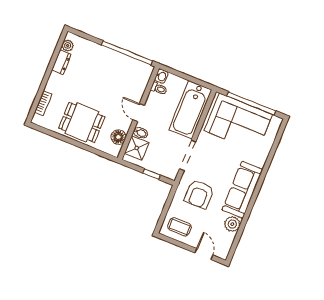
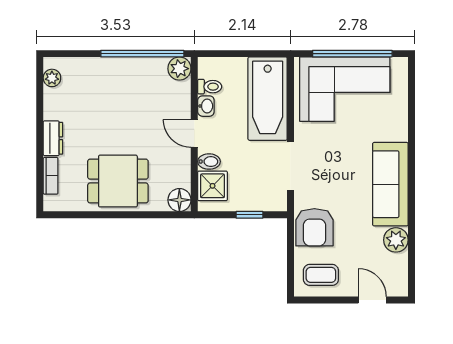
dresser: (61, 62) -> (53, 138), moved
plant: (145, 71) -> (179, 69), added
washbasin: (161, 76) -> (206, 106), moved
floor lamp: (118, 137) -> (179, 200), moved
armchair: (199, 194) -> (314, 227), moved

